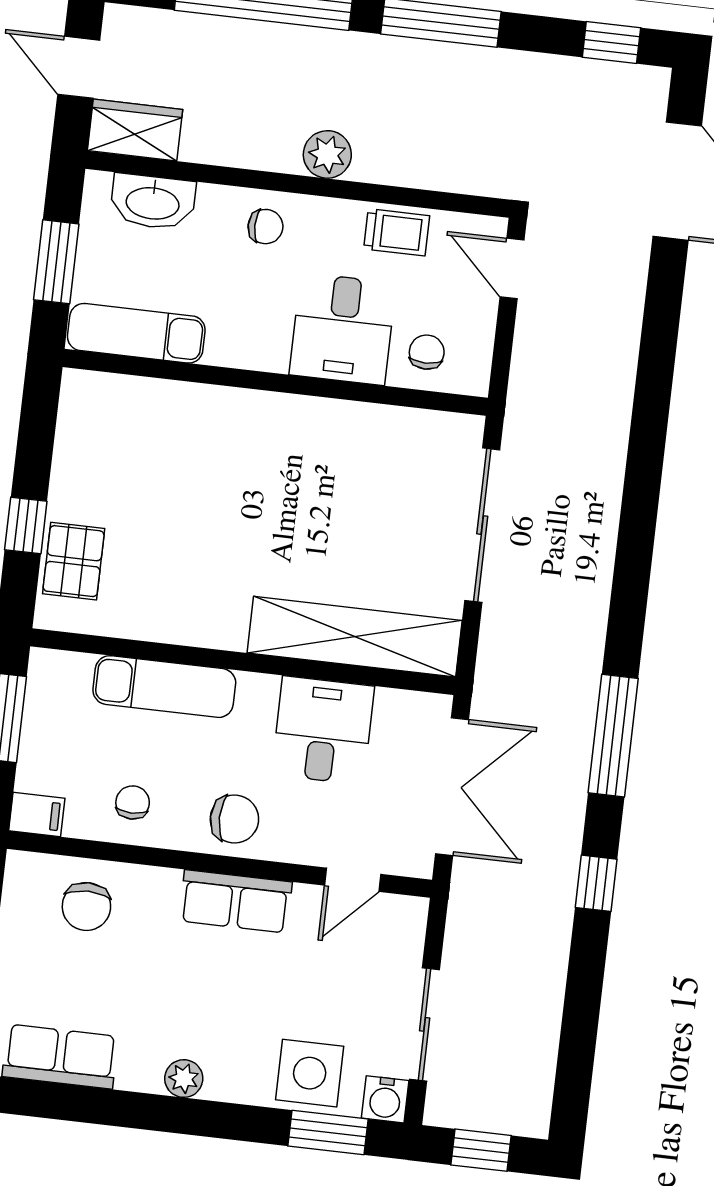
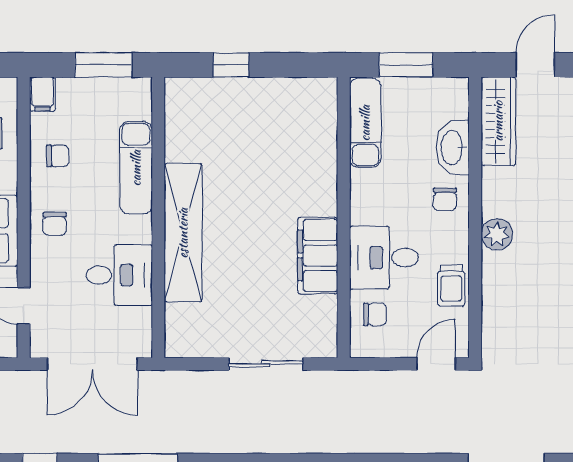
wardrobe: (135, 130) -> (498, 121), width x1.50
washbasin: (153, 202) -> (453, 148), moved
filing cabinet: (328, 428) -> (318, 255), added
sliding door: (482, 525) -> (266, 364), width x0.73
pallet: (74, 561) -> (211, 99), removed
shelving: (355, 637) -> (183, 233), moved
chair: (234, 819) -> (55, 224), width x0.73, depth x0.73

